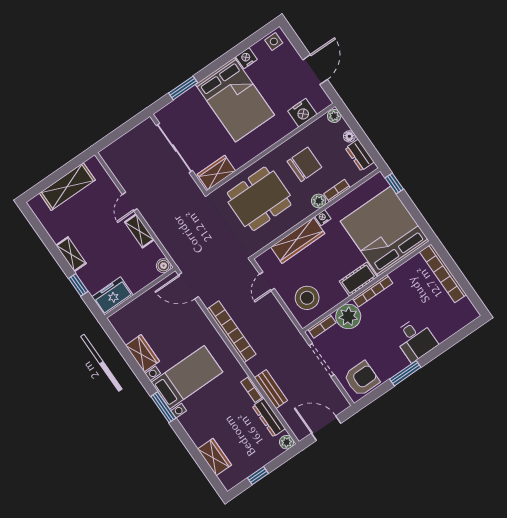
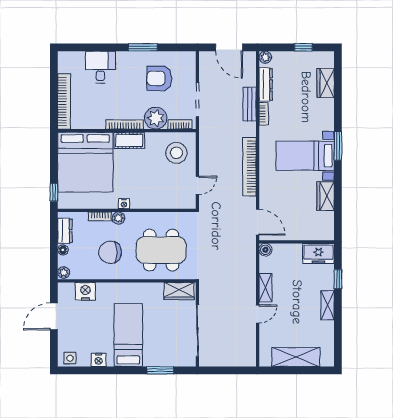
bed: (235, 100) -> (128, 335), width x0.67
wardrobe: (298, 240) -> (154, 200), removed
desk: (415, 339) -> (100, 67), moved
armchair: (362, 379) -> (159, 78), moved

